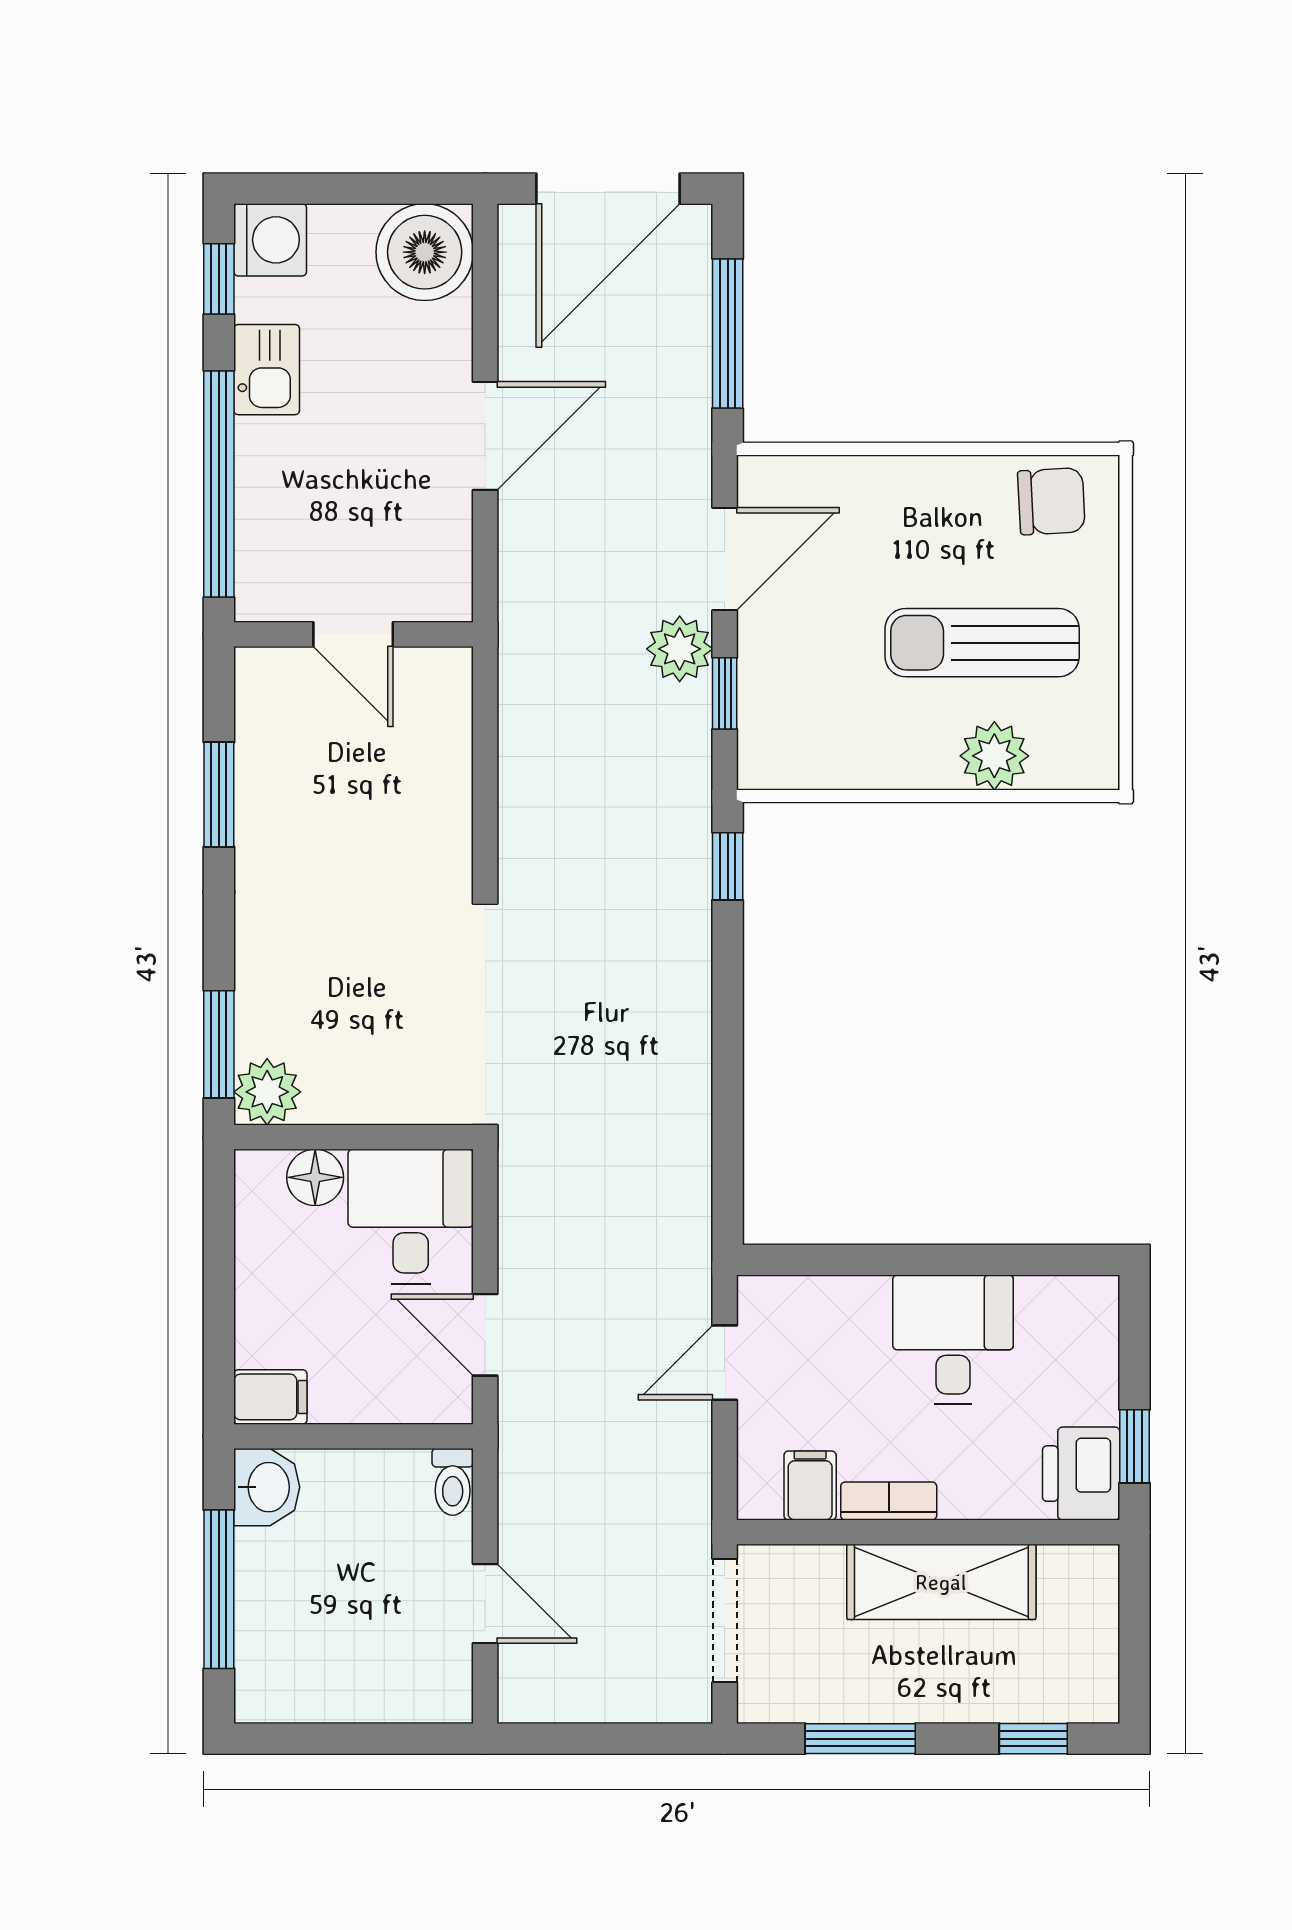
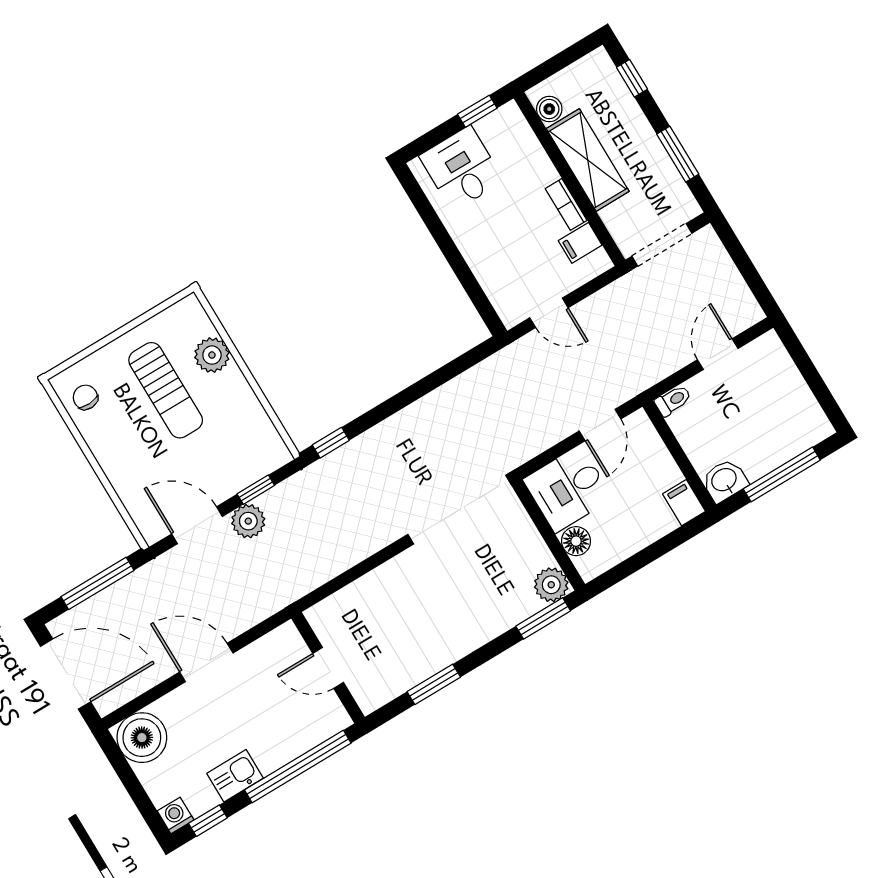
washing machine: (270, 240) -> (176, 816), width x0.73, depth x0.73
chair: (1051, 501) -> (85, 397), width x0.73, depth x0.73
door: (353, 634) -> (328, 668), swing flipped
desk: (953, 1340) -> (462, 168), moved, turned 90
printer: (1081, 1474) -> (503, 127), removed
boiler: (1066, 1569) -> (549, 109), added

